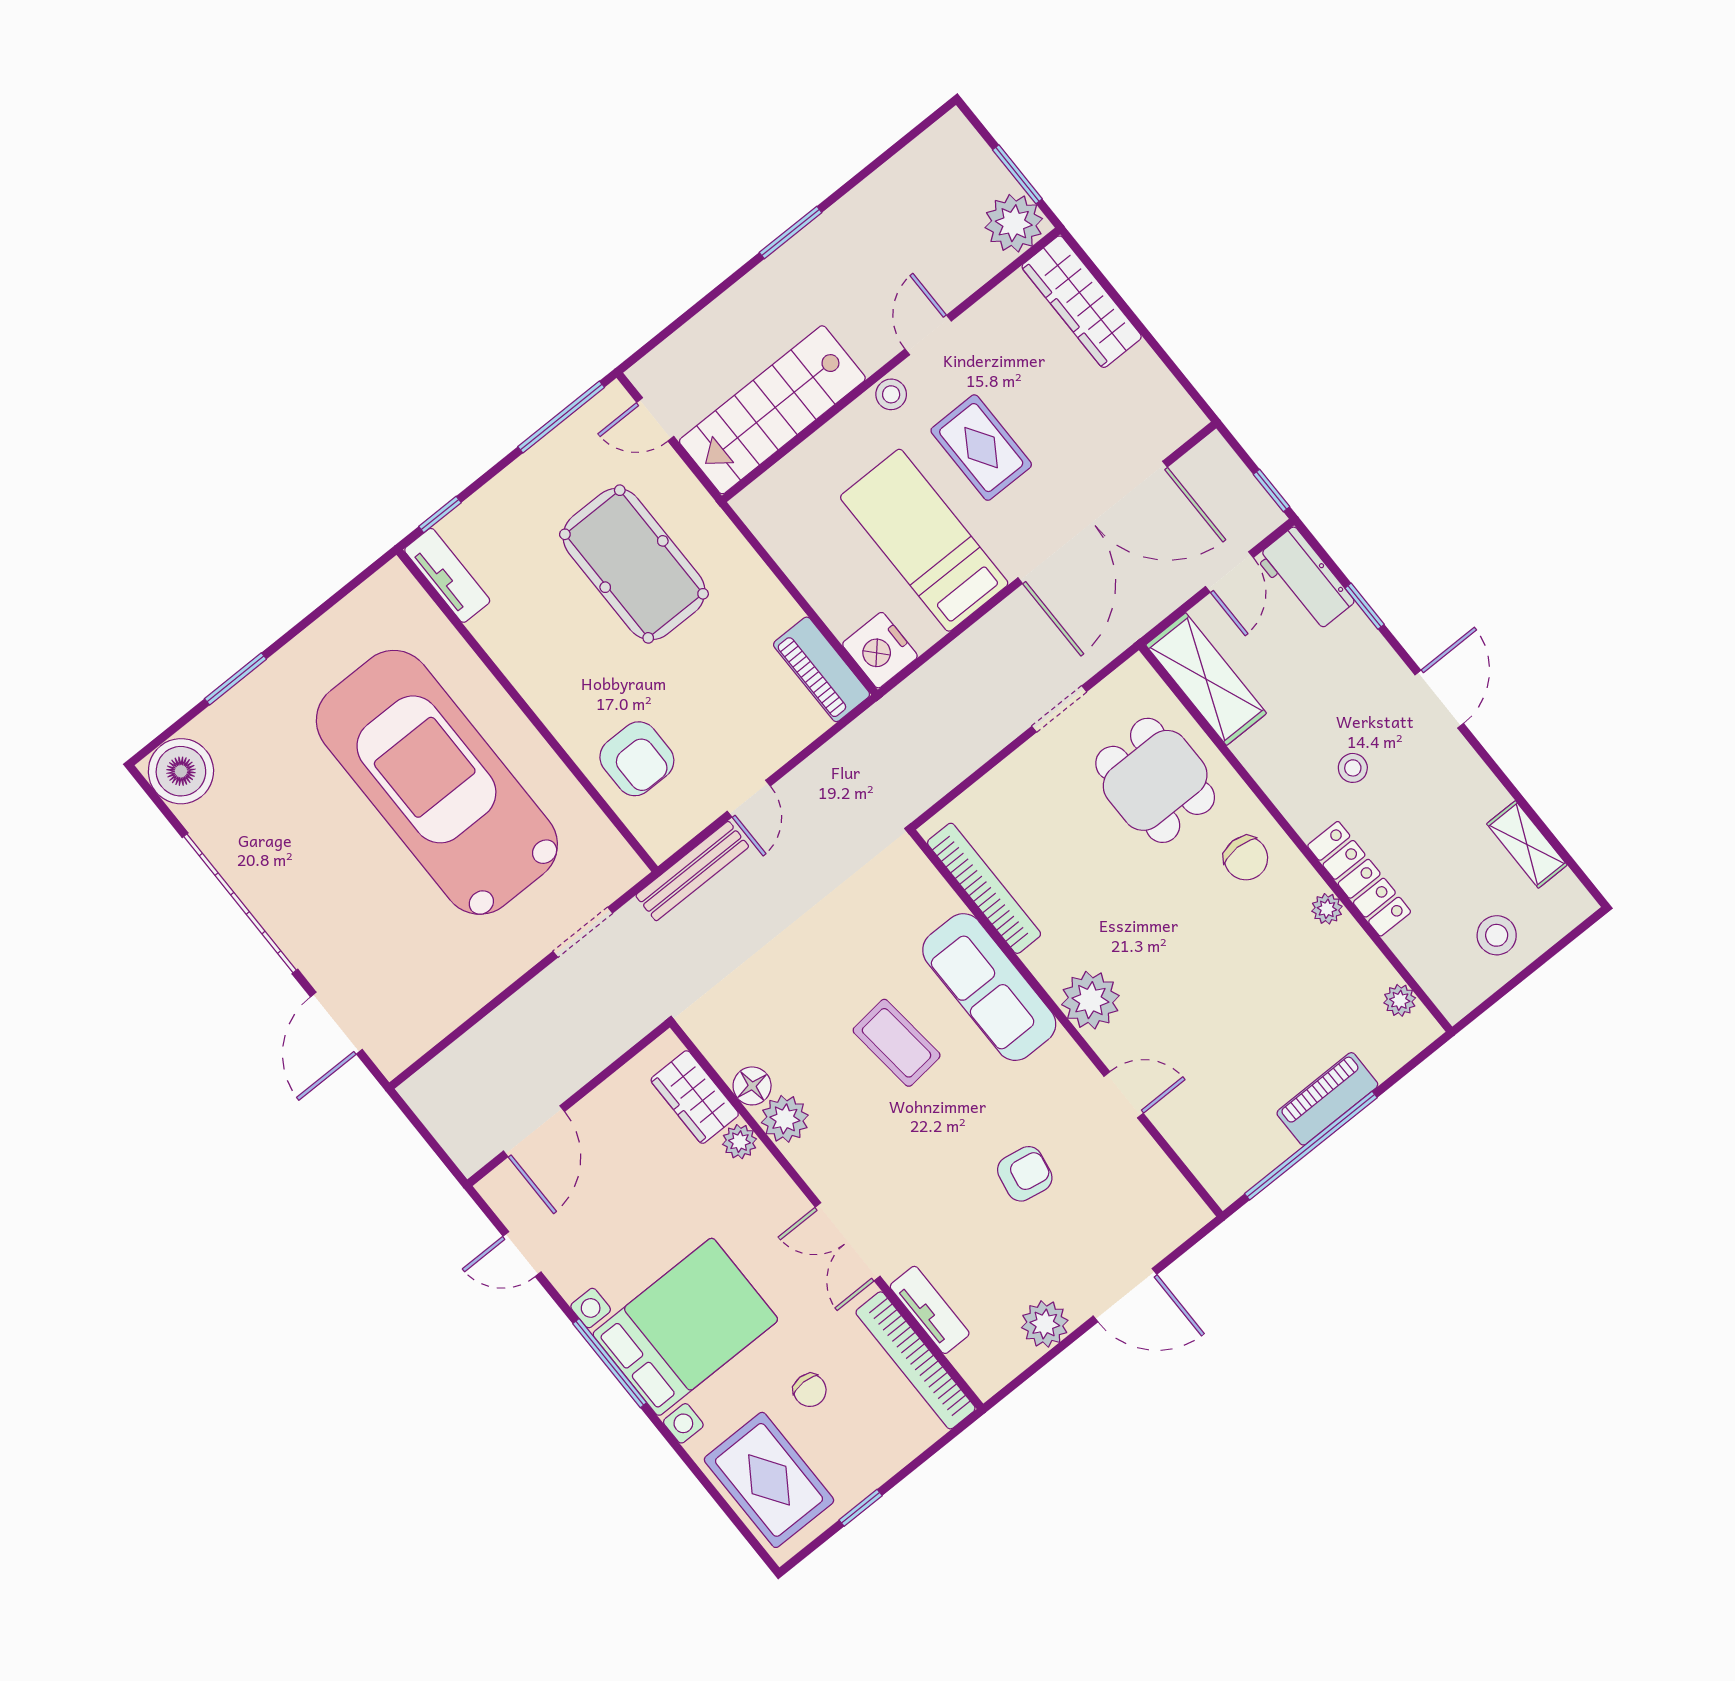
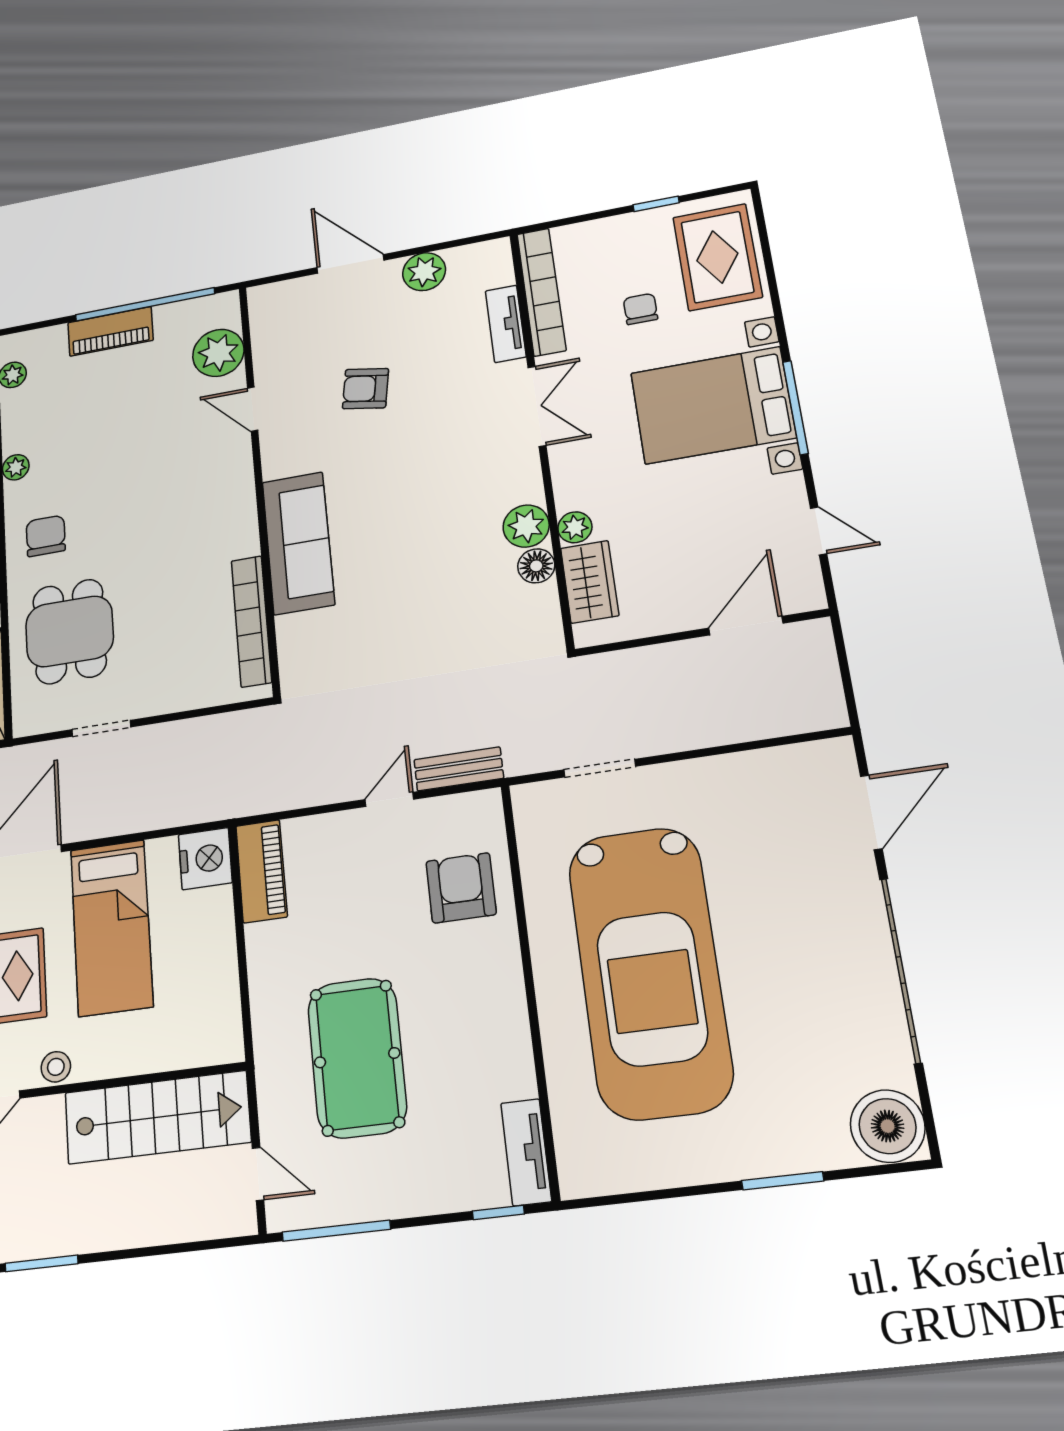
bench: (692, 871) -> (459, 769), width x0.73
plant: (1090, 1000) -> (218, 353), moved
coffee table: (897, 1043) -> (398, 539), removed

